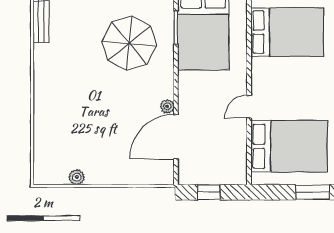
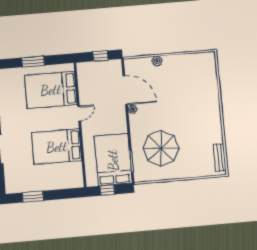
bed: (287, 32) -> (57, 147), moved
door: (176, 137) -> (125, 90), hinge flipped
plant: (77, 177) -> (157, 61), moved

